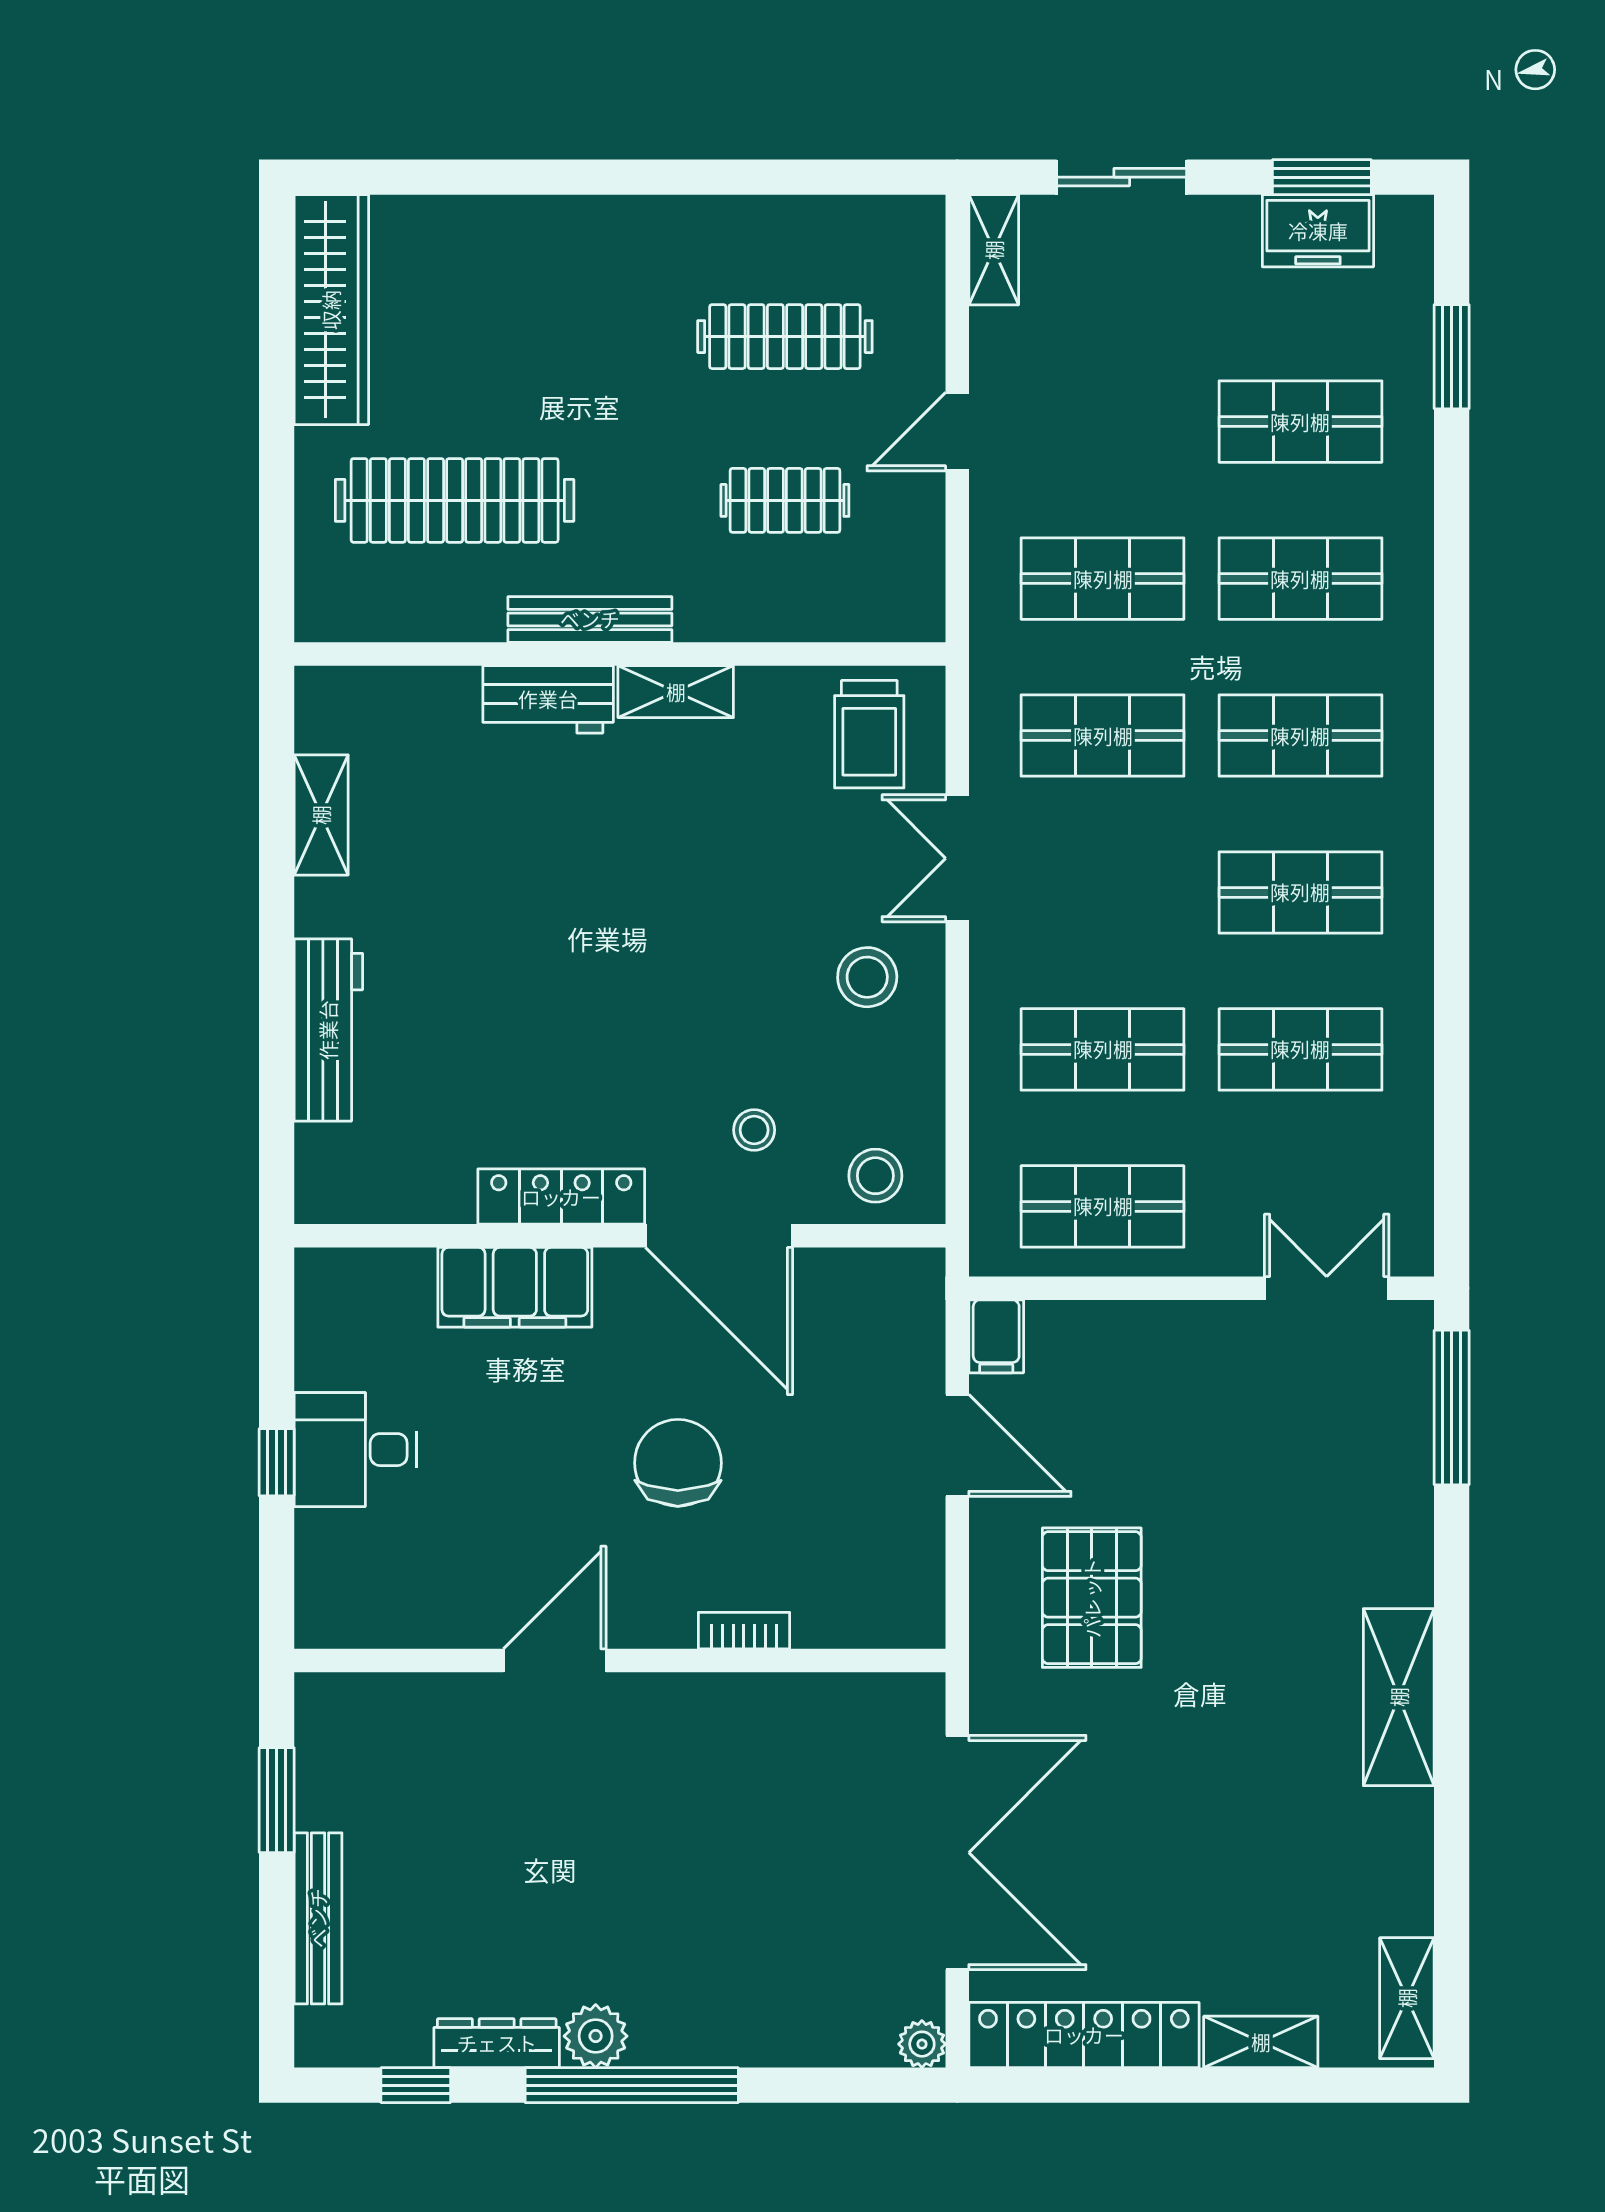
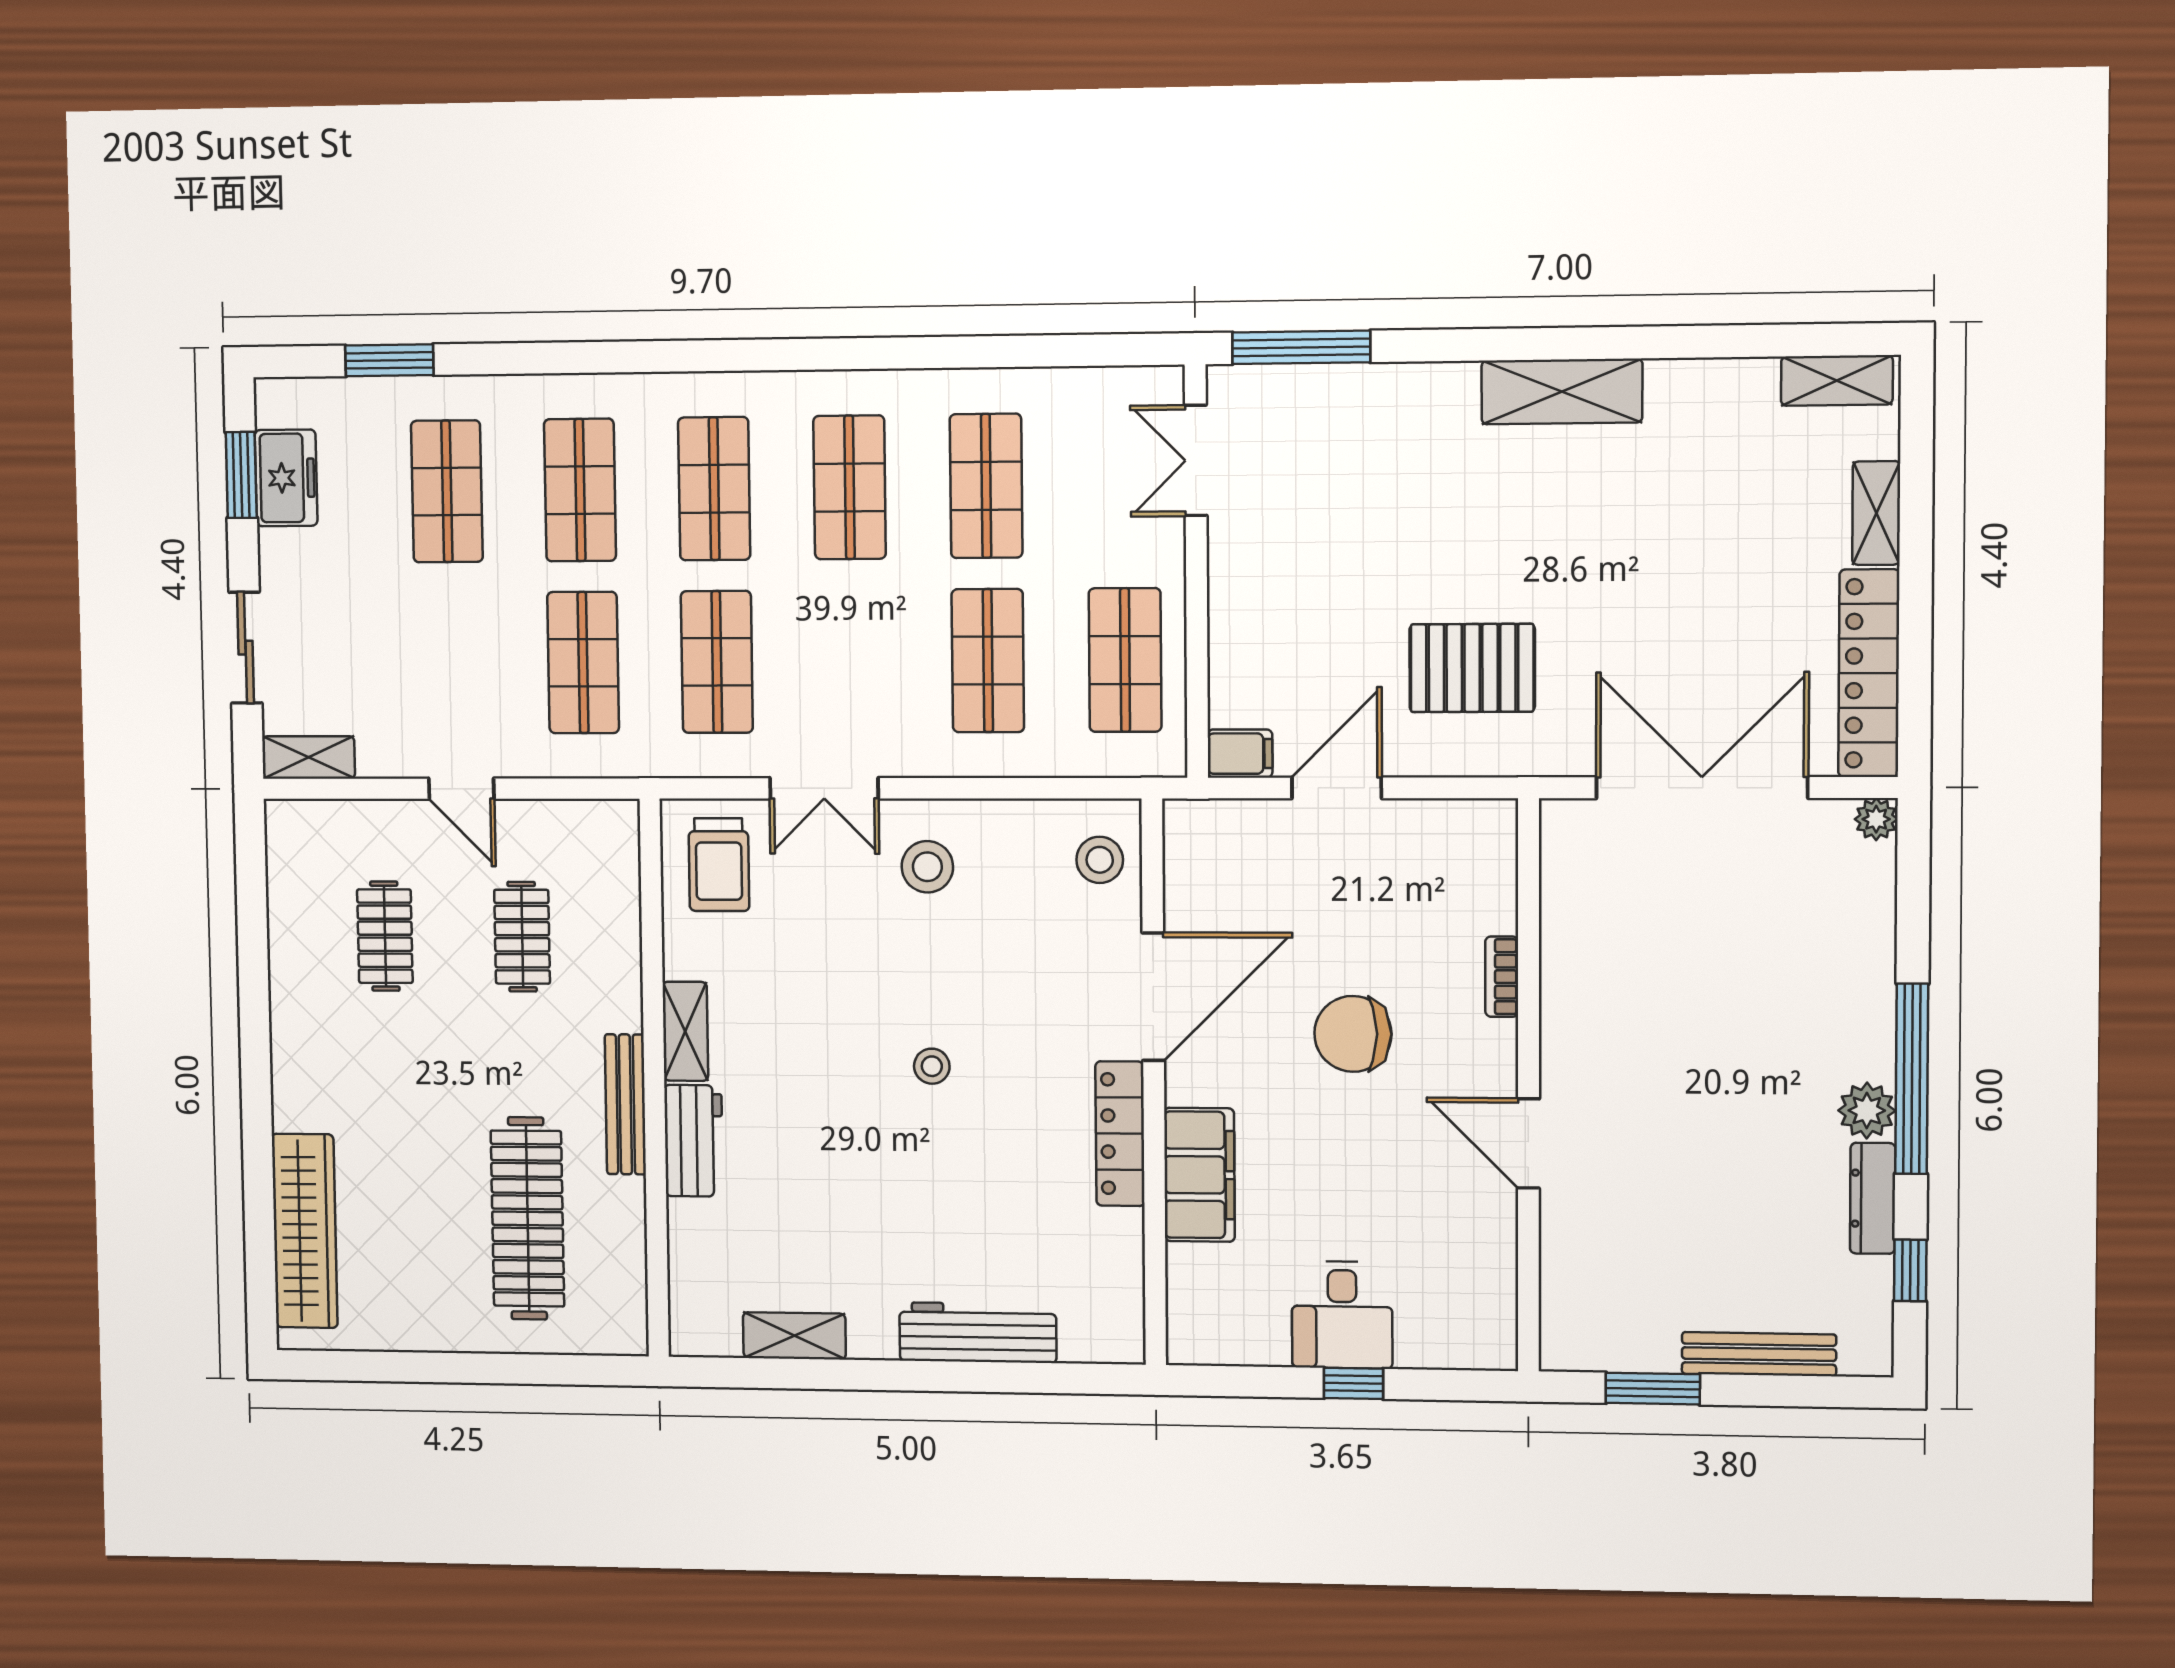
wardrobe: (331, 310) -> (305, 1231), moved, turned 90
clothes rail: (785, 337) -> (385, 936), width x0.73
trolley: (869, 734) -> (719, 865), turned 90
stool: (754, 1130) -> (932, 1066), moved

